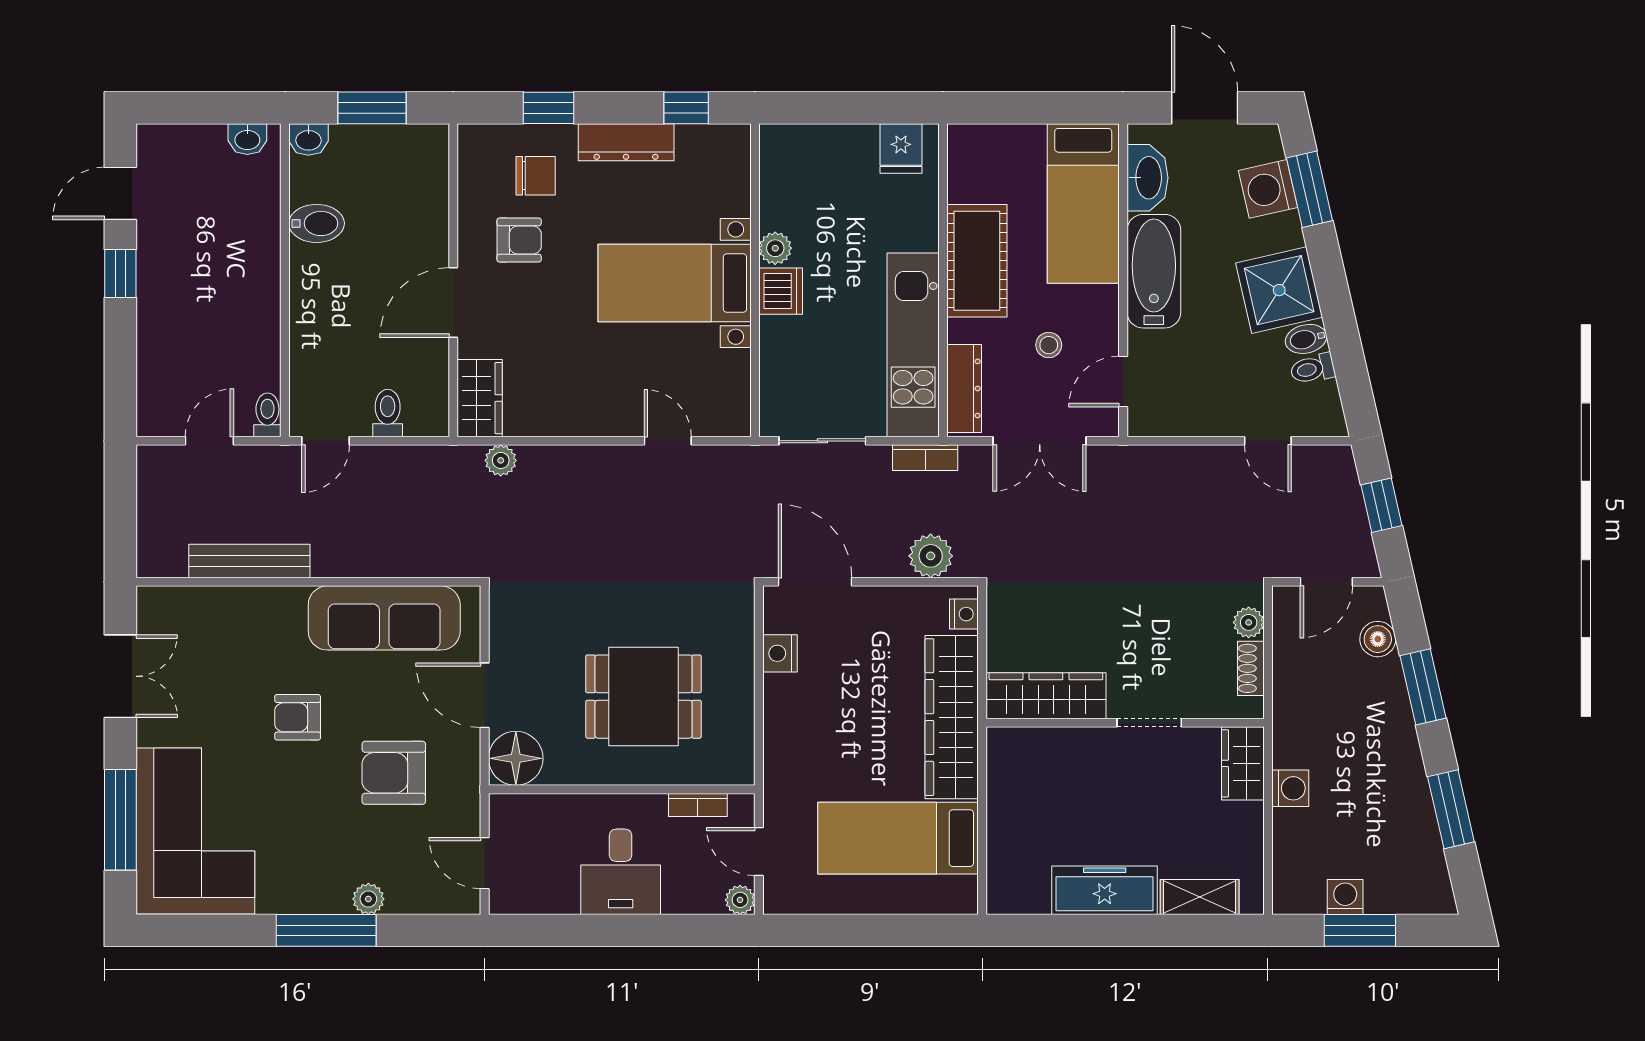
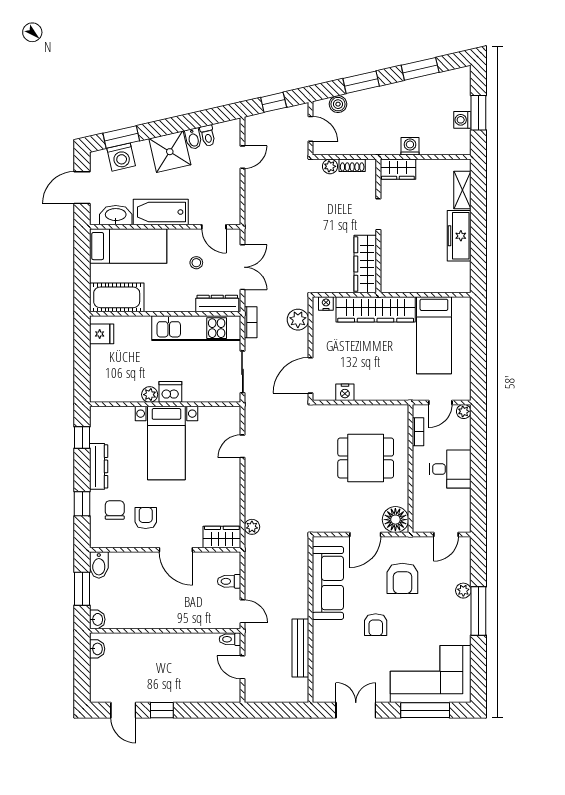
bidet: (317, 223) -> (99, 565), moved, turned 180
cot: (977, 261) -> (117, 297), moved
dining table: (644, 697) -> (366, 458), turned 90

